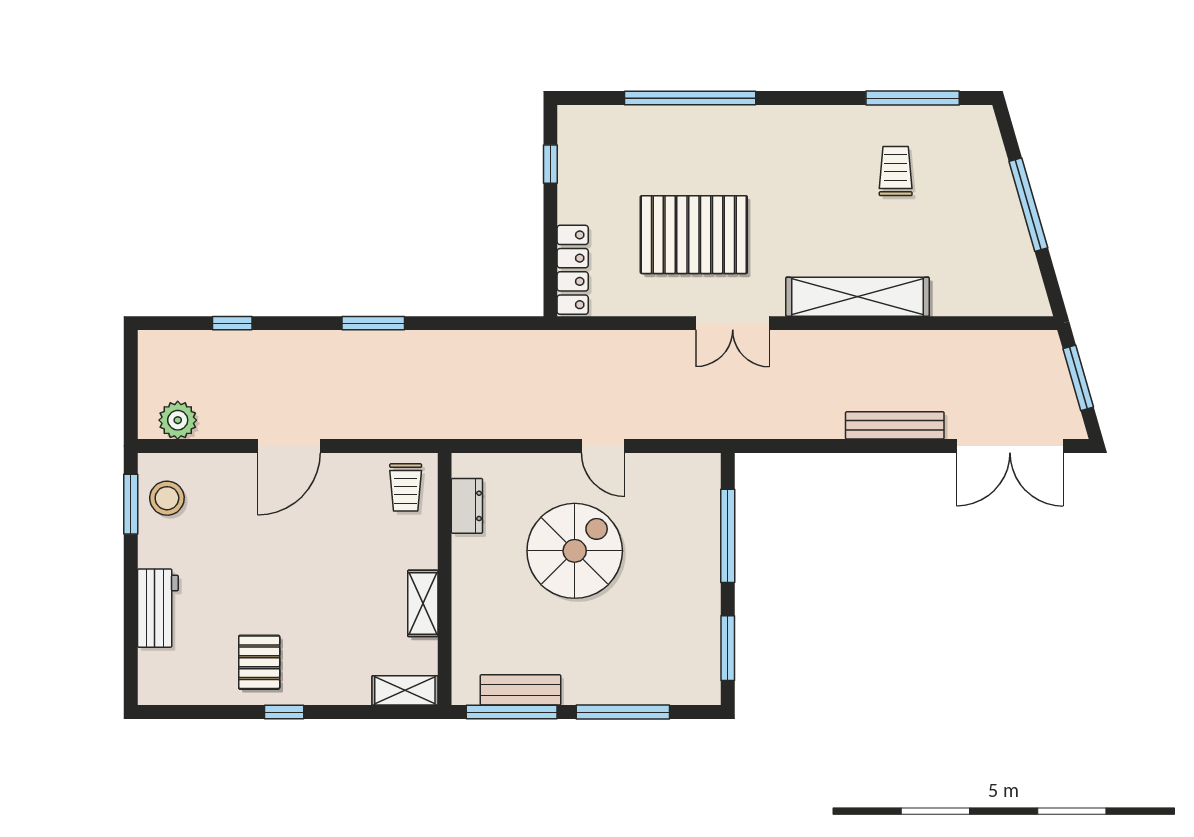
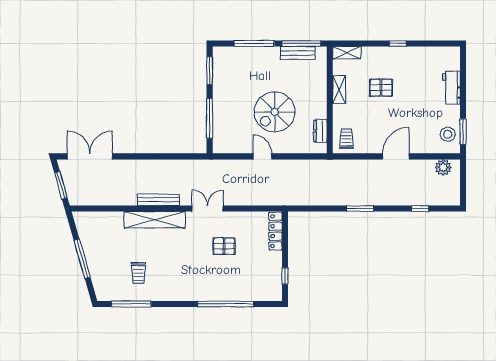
pallet: (694, 235) -> (224, 246), width x0.49, depth x0.50
bench: (895, 425) -> (158, 200), moved
pallet: (259, 662) -> (381, 88), moved, turned 90

